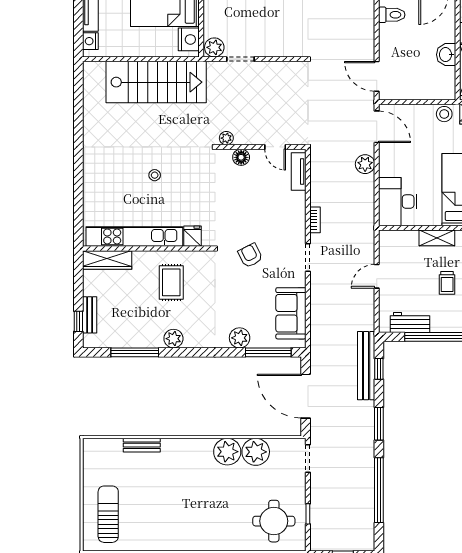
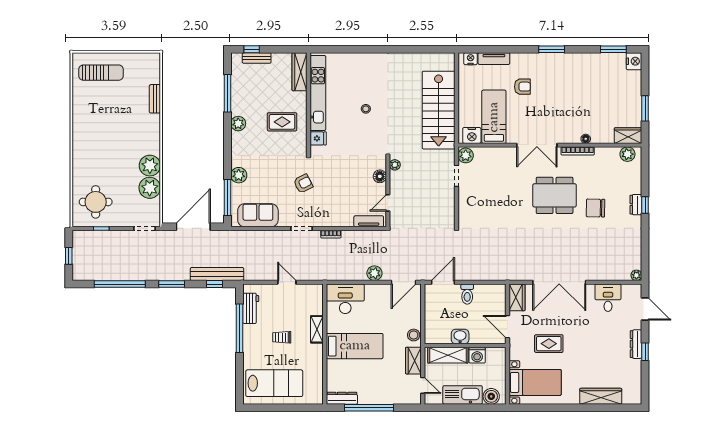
toilet: (392, 15) -> (467, 294), moved

